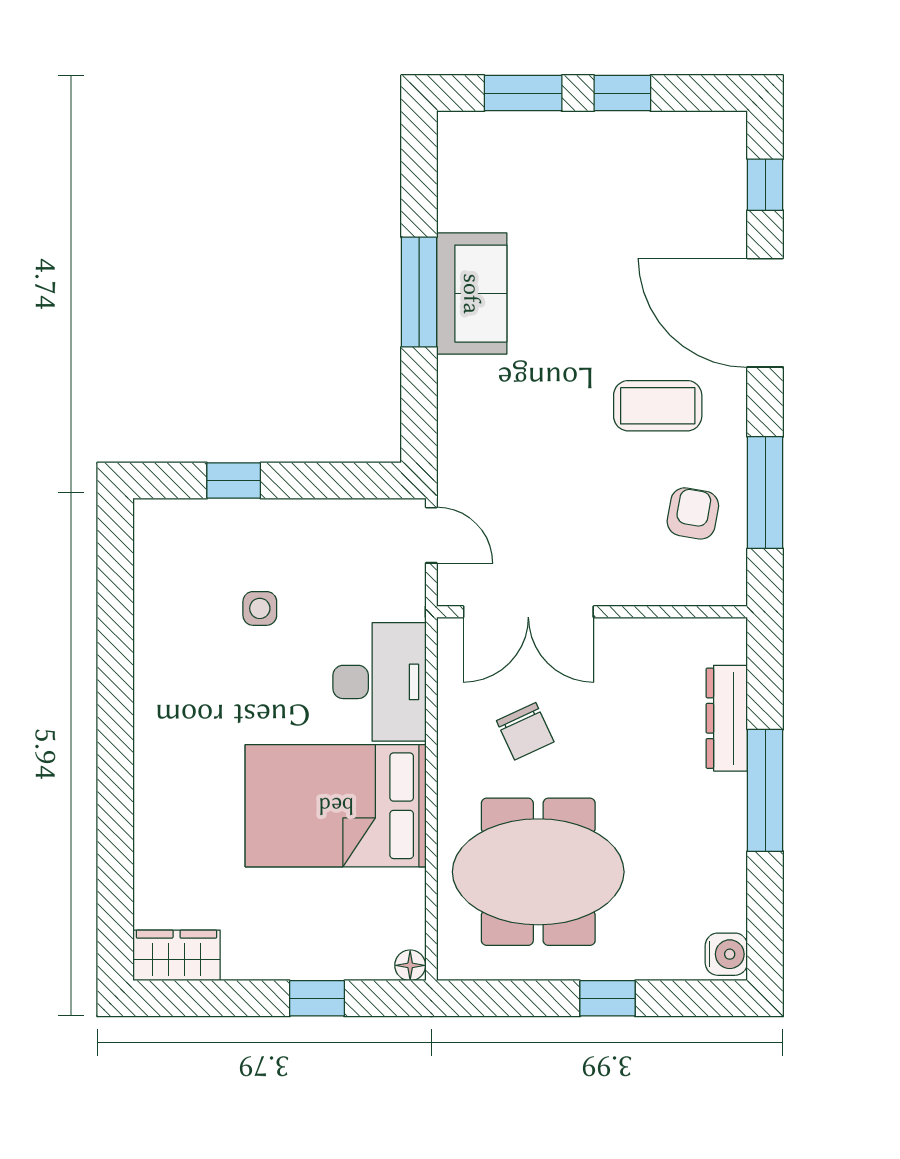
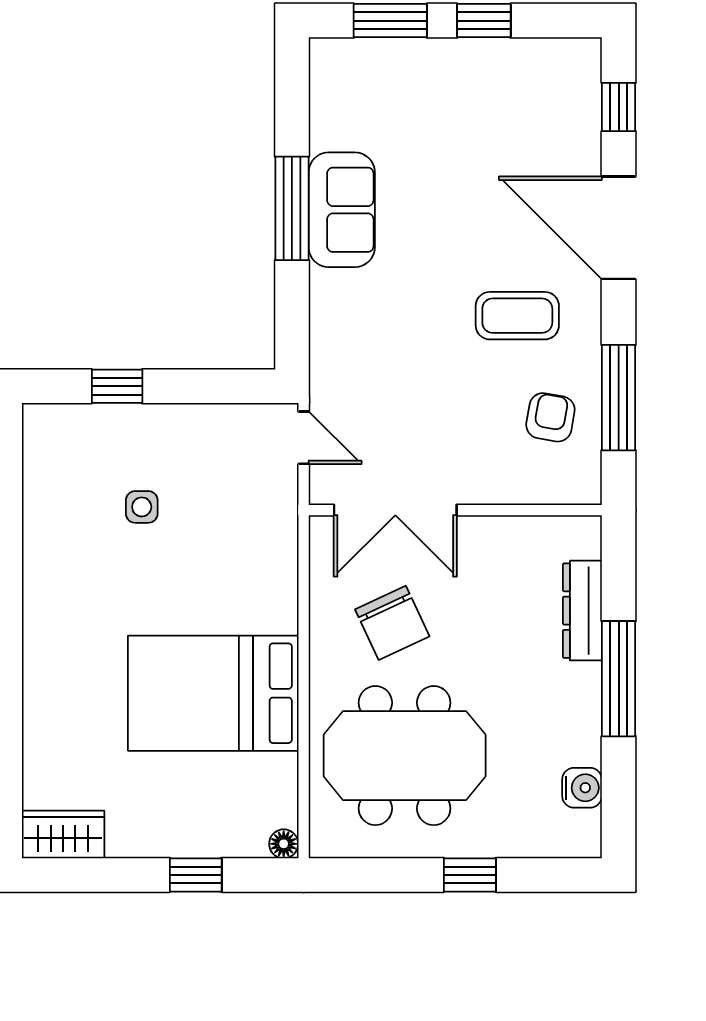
desk: (380, 682) -> (255, 576), removed
chair: (525, 731) -> (392, 623), width x1.37, depth x1.37
water cooler: (726, 954) -> (582, 788), moved

